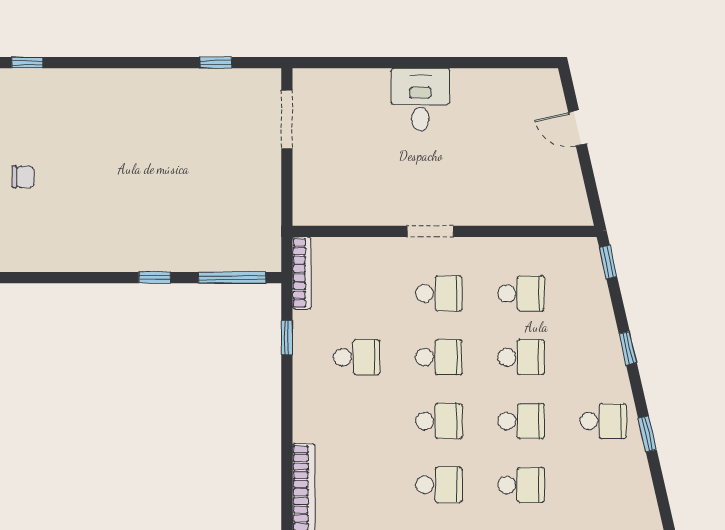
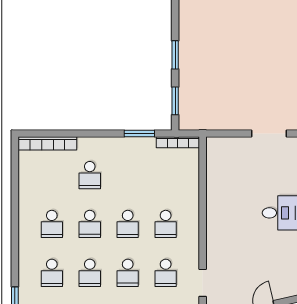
doorway: (430, 231) -> (203, 283), moved
window: (155, 278) -> (175, 55), width x1.50
window: (232, 278) -> (175, 101), width x0.69
window: (287, 338) -> (139, 133), width x1.50
school desk: (357, 357) -> (90, 175), moved

